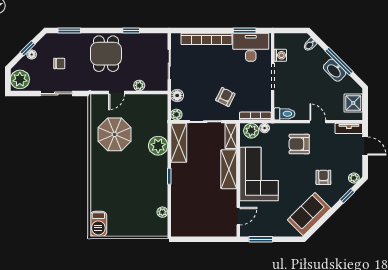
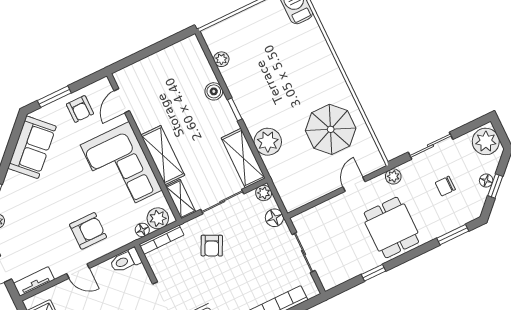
plant: (139, 85) -> (393, 176), moved
armchair: (323, 177) -> (80, 109), moved
boiler: (177, 194) -> (214, 91), added
window: (261, 239) -> (54, 97), moved

